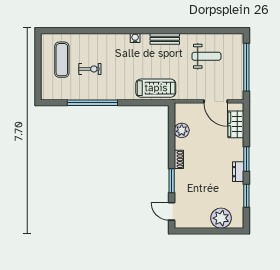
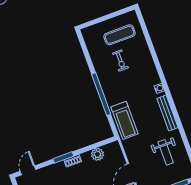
bench: (165, 39) -> (168, 113), width x1.36
window: (92, 103) -> (101, 94), moved
window: (172, 181) -> (63, 157), moved

